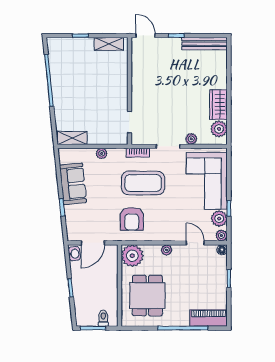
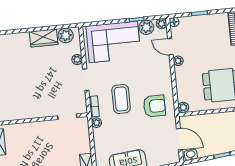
plant: (102, 153) -> (96, 123), moved
coffee table: (143, 183) -> (121, 99), width x0.73, depth x0.76
door: (195, 243) -> (170, 47), hinge flipped
plant: (167, 250) -> (178, 61), moved
plant: (132, 256) -> (183, 107), width x0.53, depth x0.53

